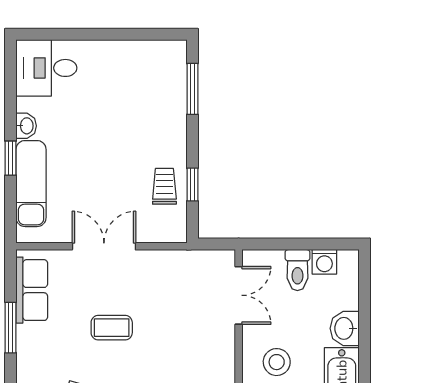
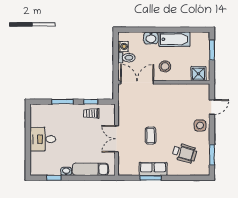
desk: (46, 68) -> (43, 139), moved, turned 90
window: (192, 89) -> (62, 102), moved
window: (11, 158) -> (54, 178), moved
row of seats: (32, 290) -> (153, 169), moved
double door: (239, 295) -> (137, 82), width x1.37

